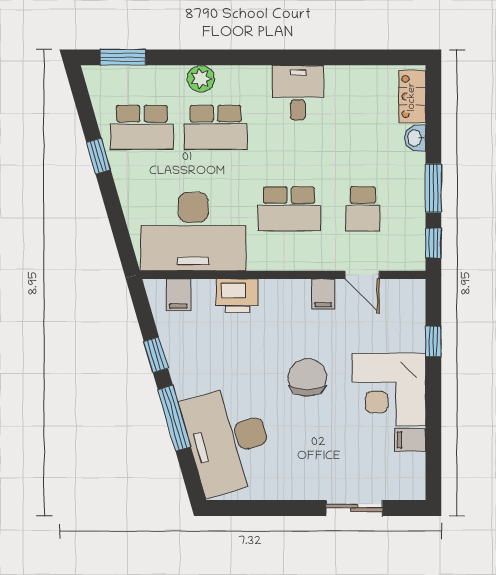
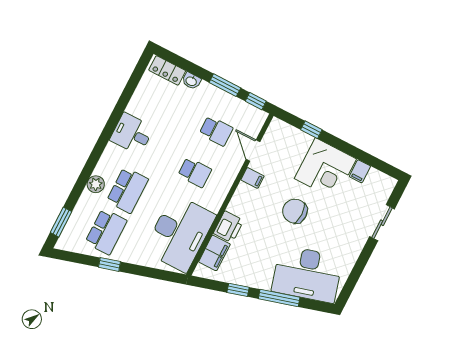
school desk: (289, 209) -> (195, 172), width x0.54
door: (362, 275) -> (253, 151), swing flipped
filing cabinet: (178, 295) -> (214, 253), width x2.00

